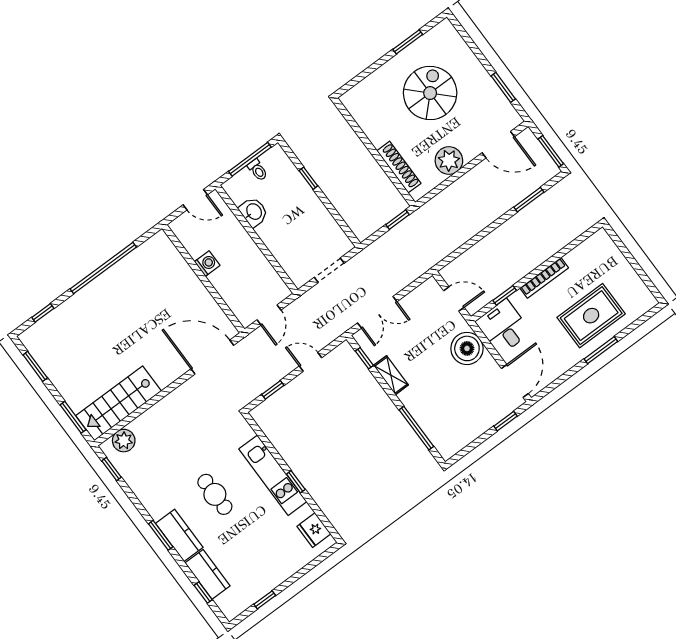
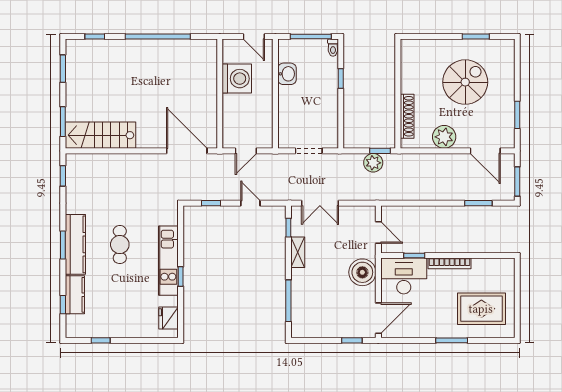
toilet: (258, 170) -> (333, 48), moved
washing machine: (207, 264) -> (237, 79), width x1.89, depth x1.89
rug: (591, 316) -> (481, 309), moved
desk: (503, 327) -> (404, 276), width x1.37
plant: (124, 441) -> (373, 163), moved
kitchen counter: (179, 535) -> (75, 244), width x1.50

